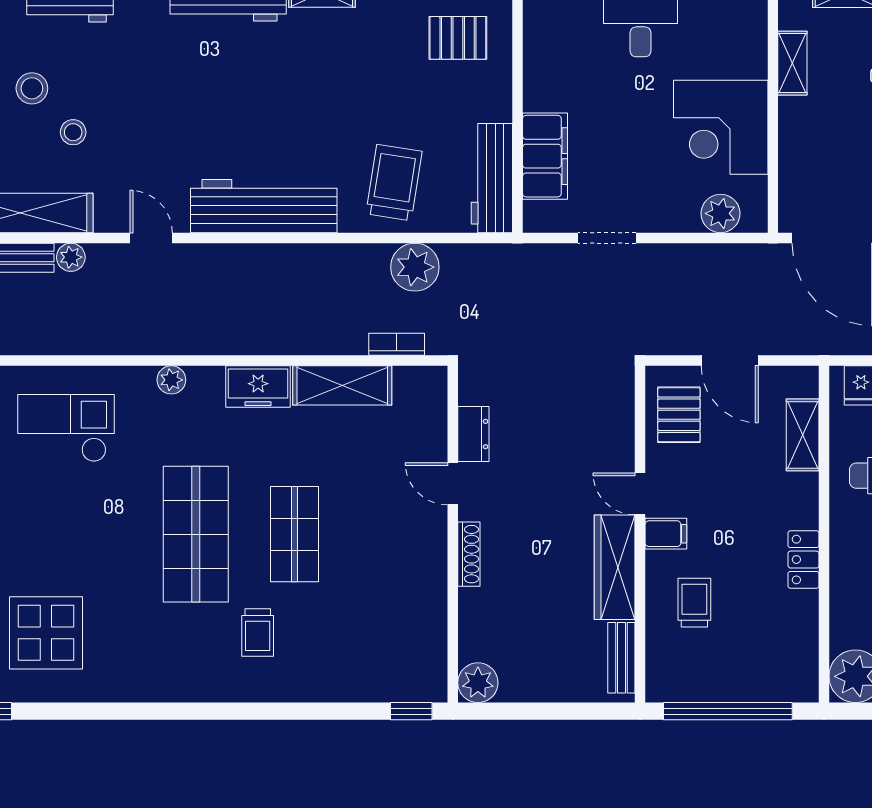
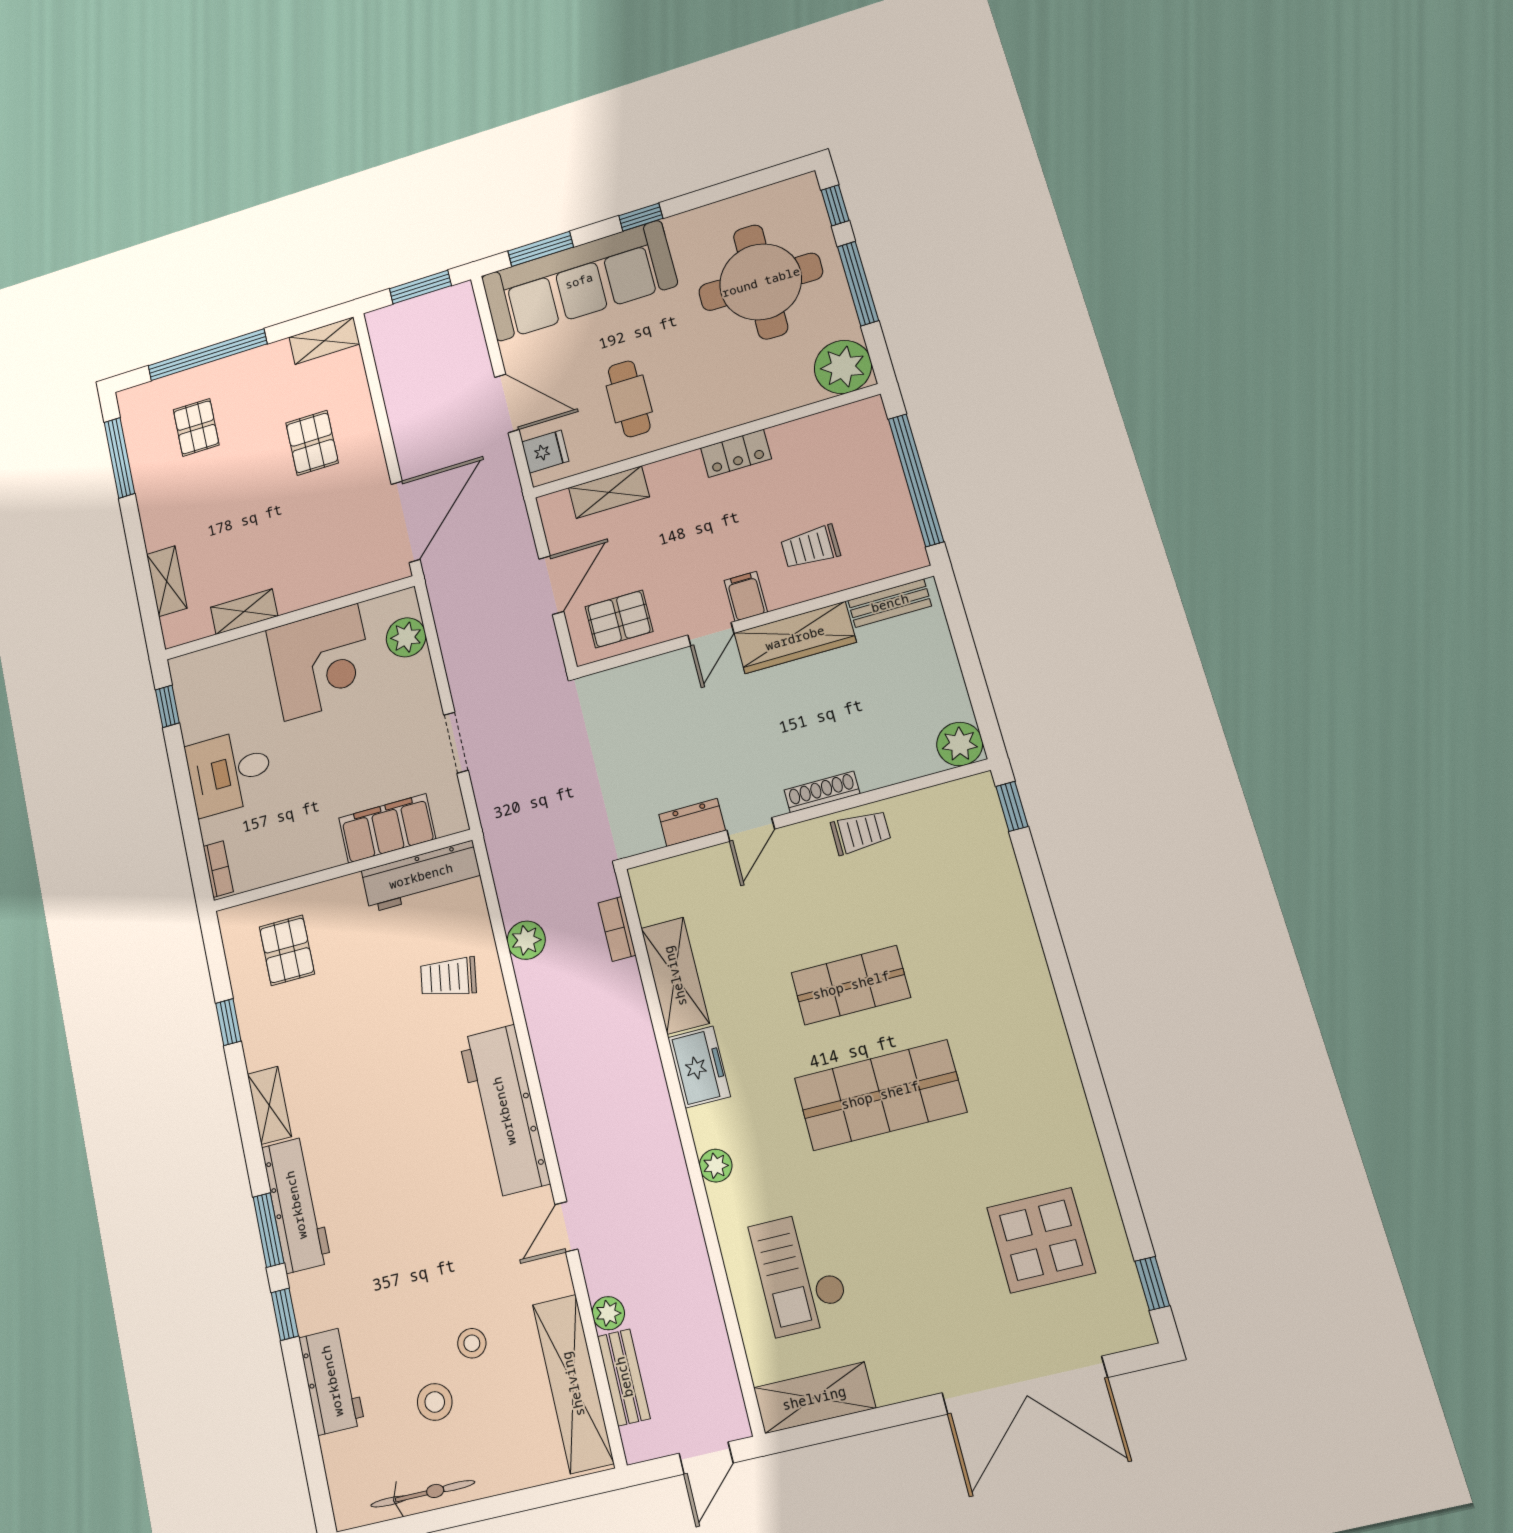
trolley: (394, 183) -> (448, 977), width x0.73, depth x0.72
plant: (415, 267) -> (526, 940), width x0.73, depth x0.73
trolley: (258, 633) -> (861, 832), moved

